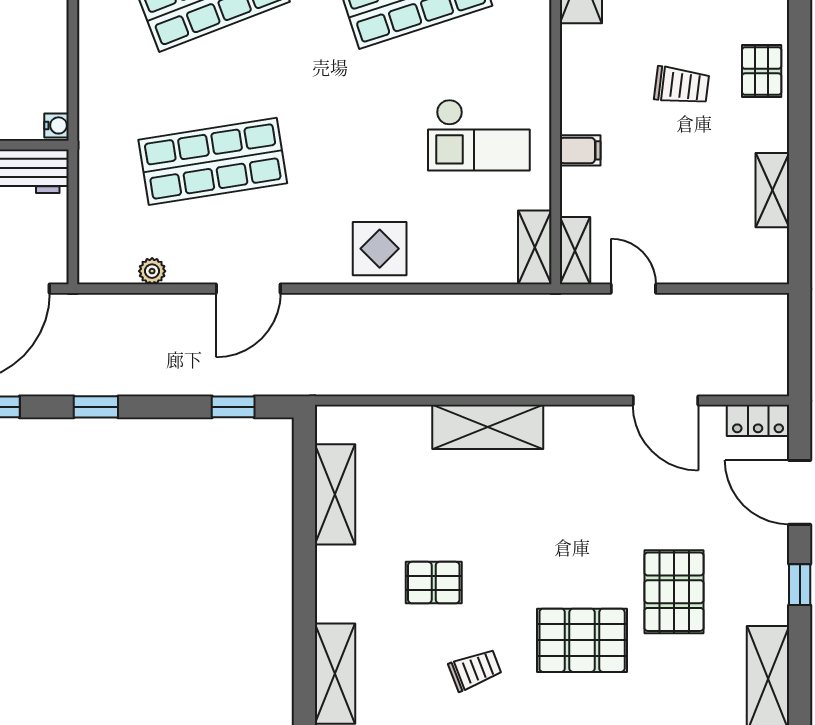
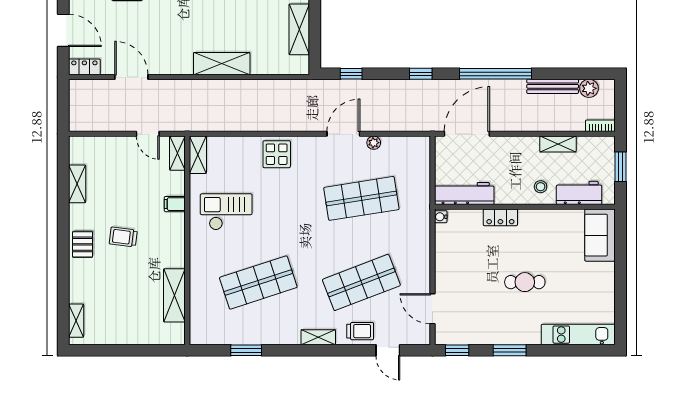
plant: (152, 271) -> (374, 143), moved

